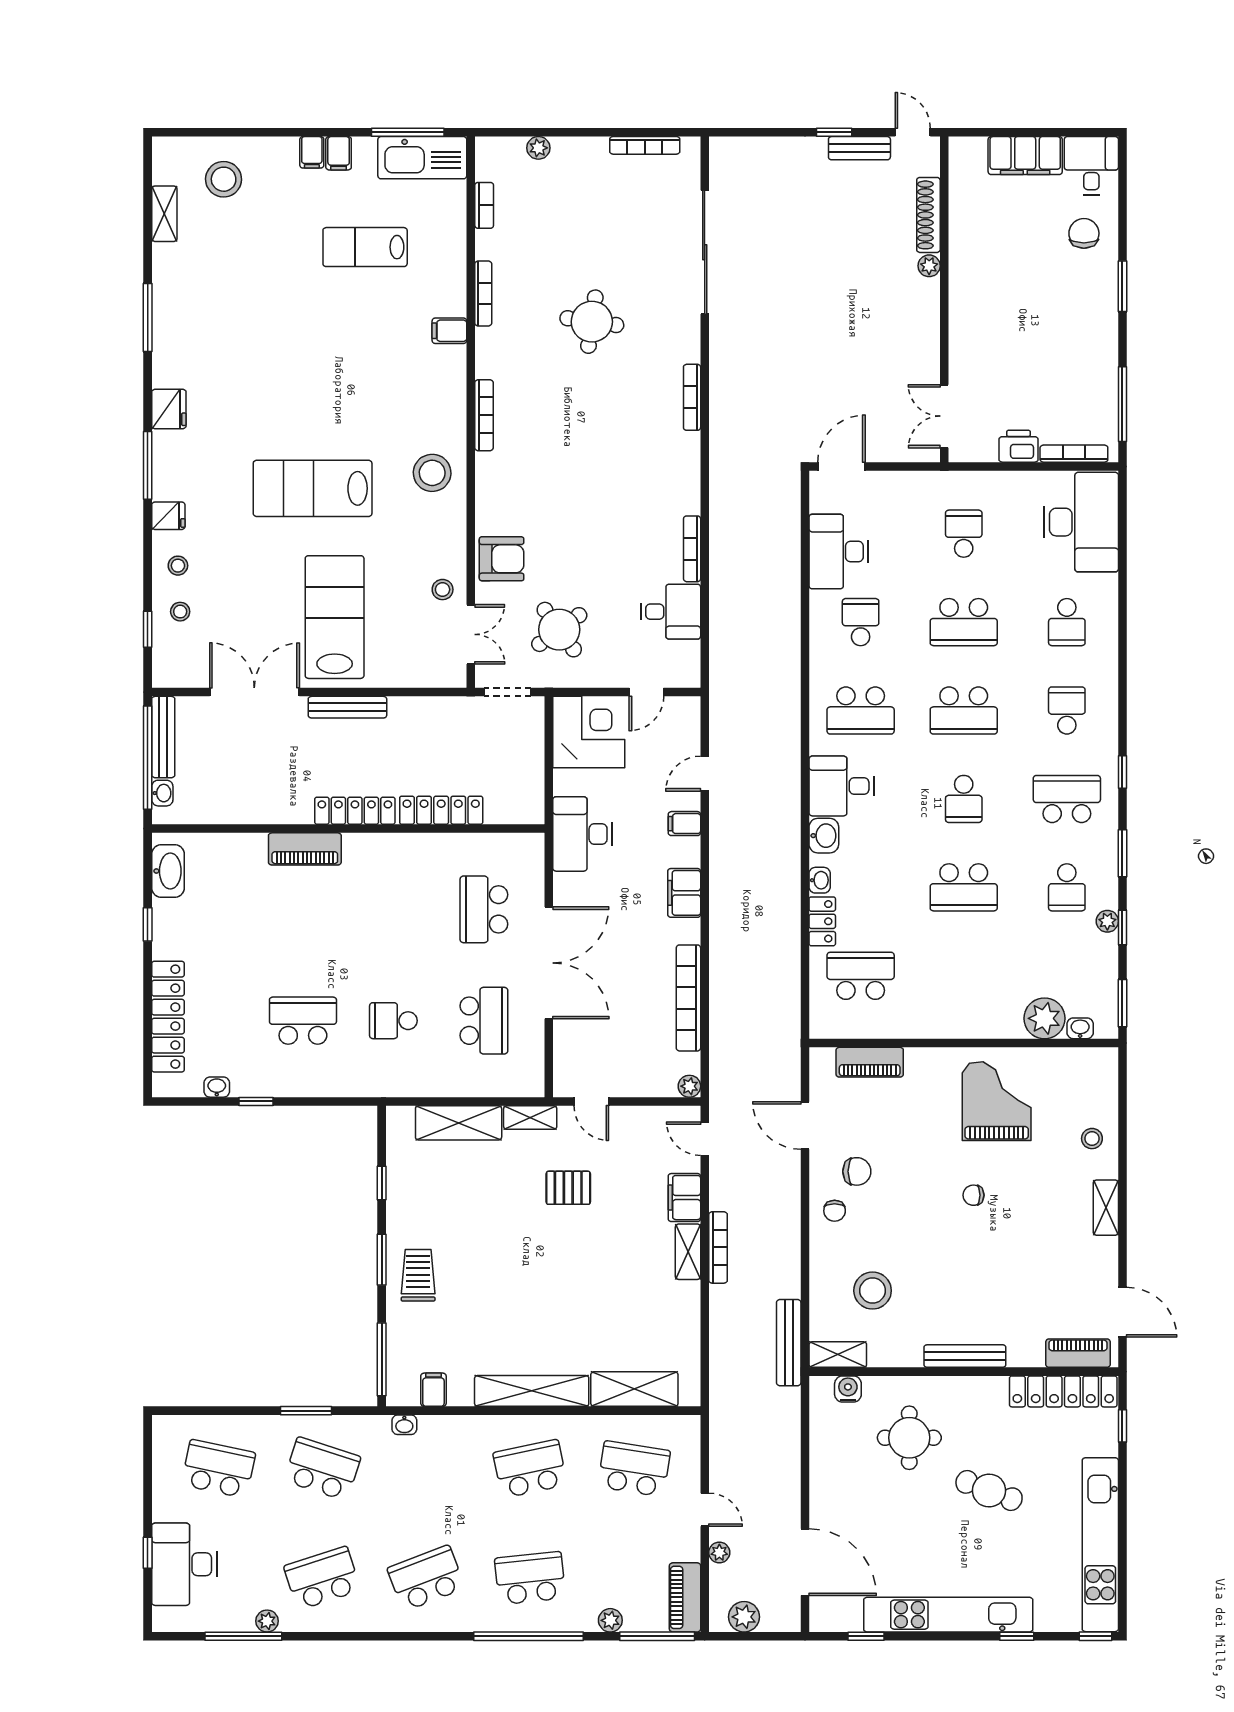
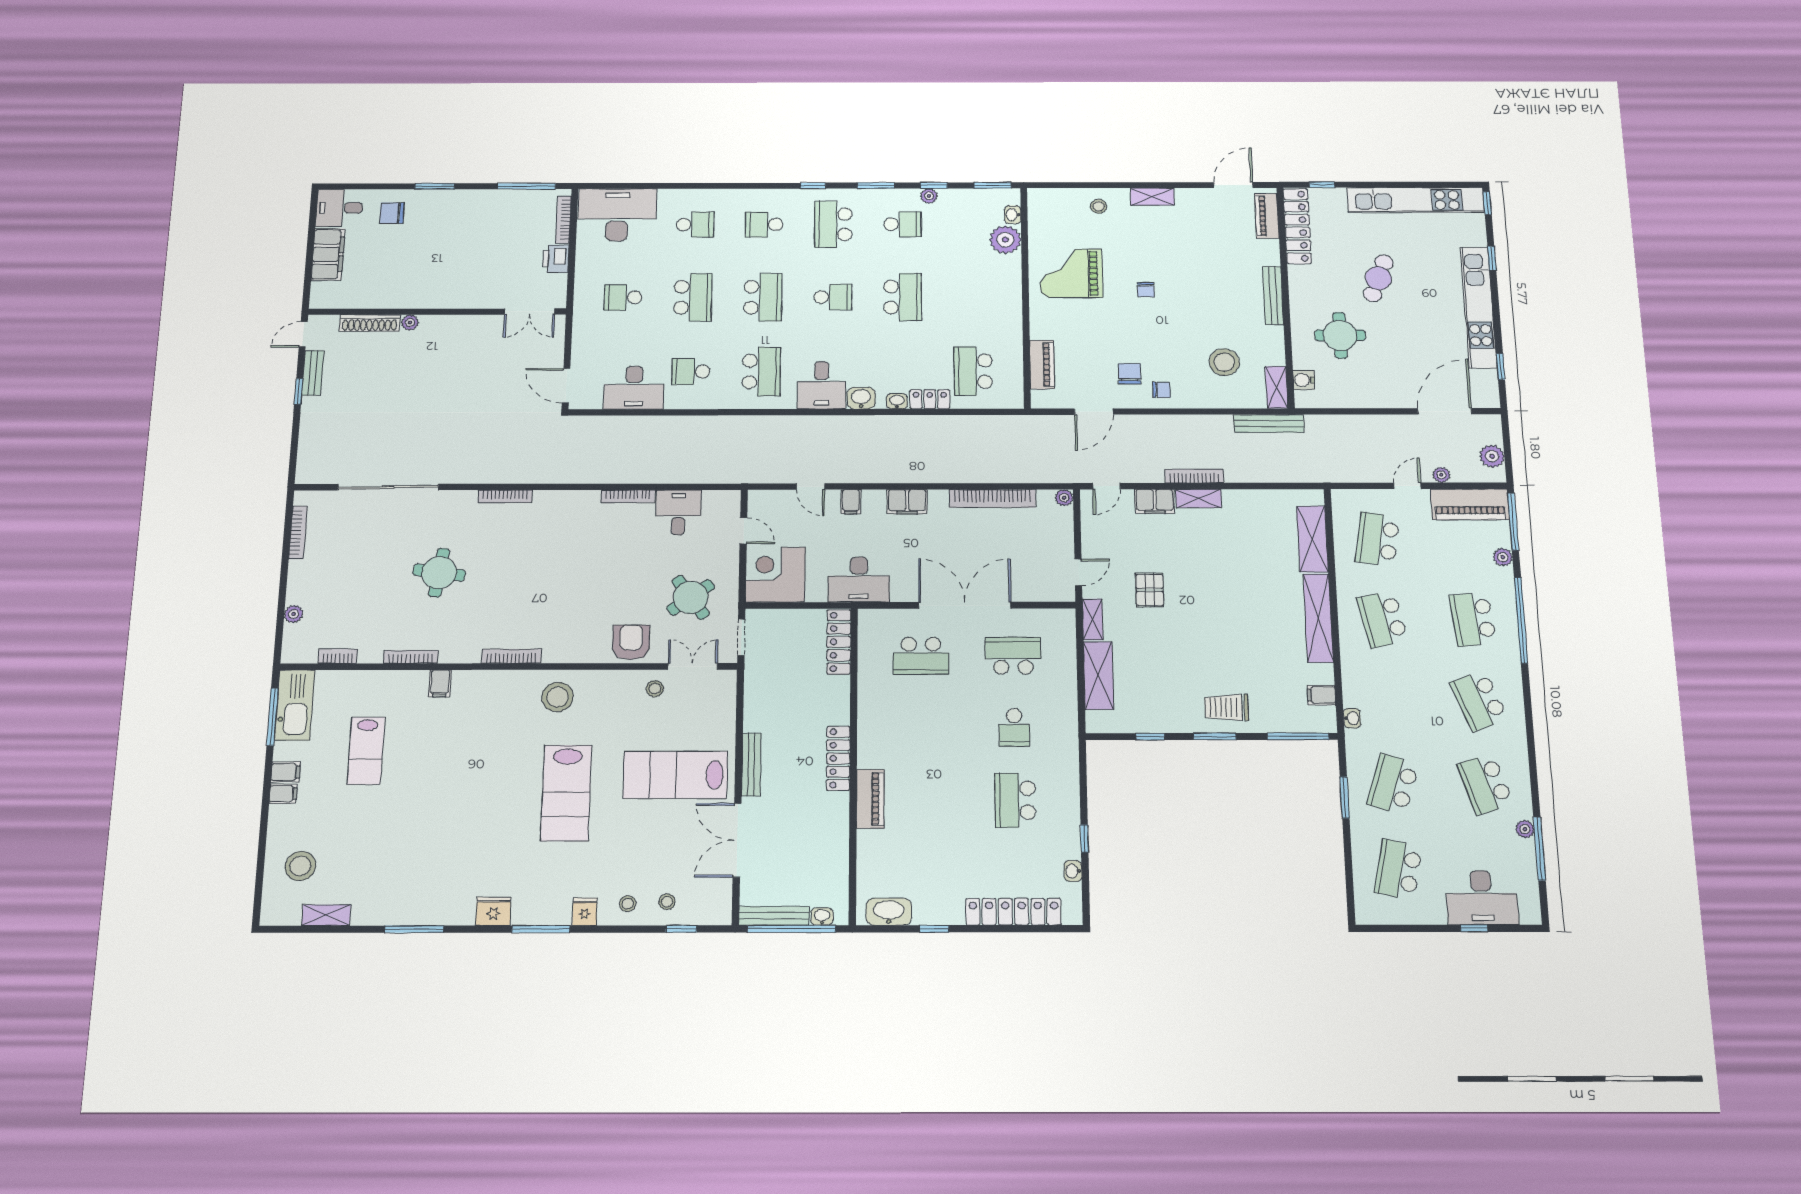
locker: (441, 810) -> (839, 642), moved
piano: (685, 1597) -> (1470, 504), width x1.37, depth x1.33

